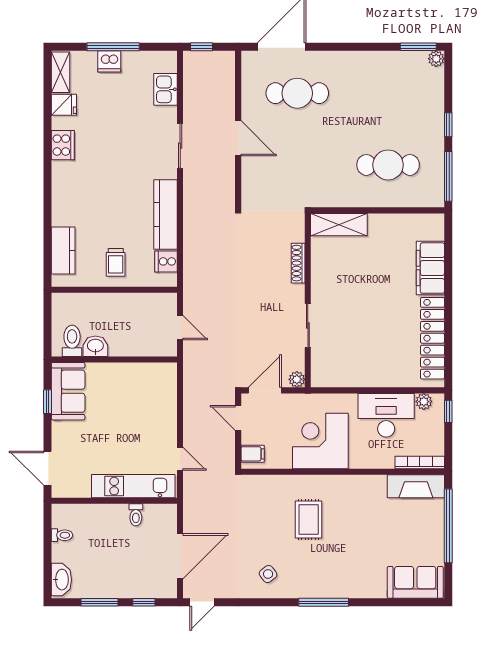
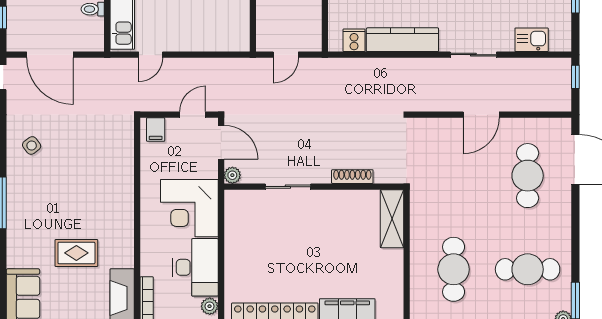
cafe table: (388, 93) -> (528, 269), added
corner desk: (320, 441) -> (189, 208), moved, turned 180
rug: (309, 520) -> (76, 253), moved

